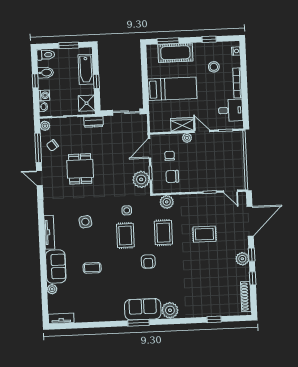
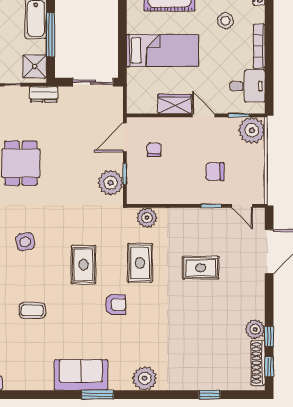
window: (96, 81) -> (51, 35), width x2.17
plant: (187, 138) -> (252, 130), moved, width x1.88, depth x1.88
chair: (172, 176) -> (215, 171), moved
side table: (127, 210) -> (87, 228), removed
window: (252, 255) -> (269, 367), moved
plant: (242, 259) -> (255, 329), moved
armchair: (148, 261) -> (116, 305), turned -90
sofa: (143, 309) -> (81, 375), moved

